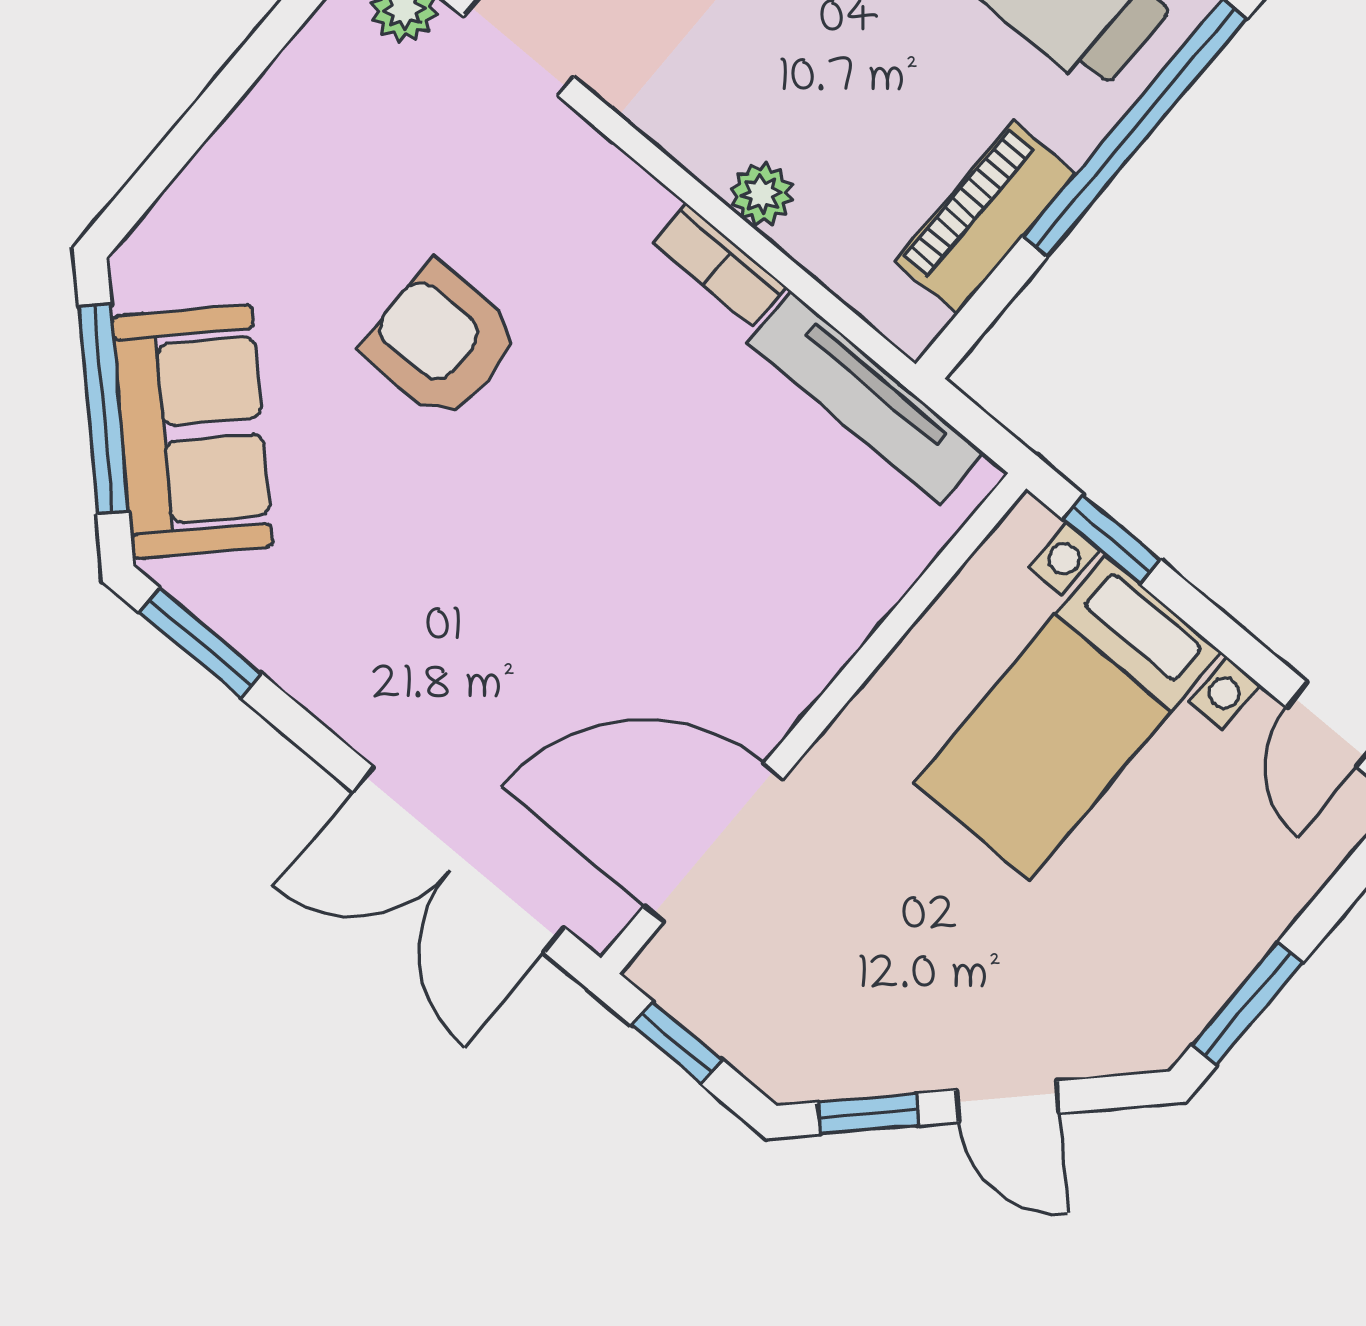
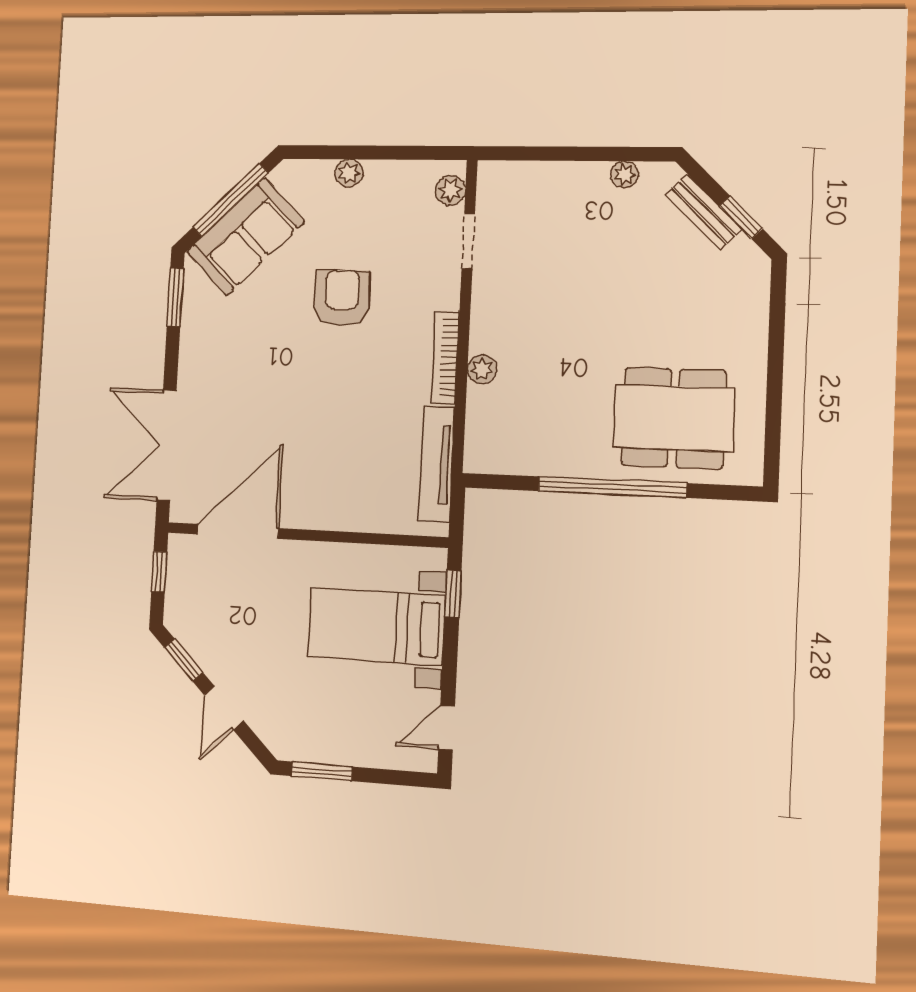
plant: (228, 162) -> (349, 173), added
piano: (985, 217) -> (536, 457), removed
bookcase: (720, 265) -> (445, 358), width x1.56
door: (713, 843) -> (238, 531), hinge flipped

